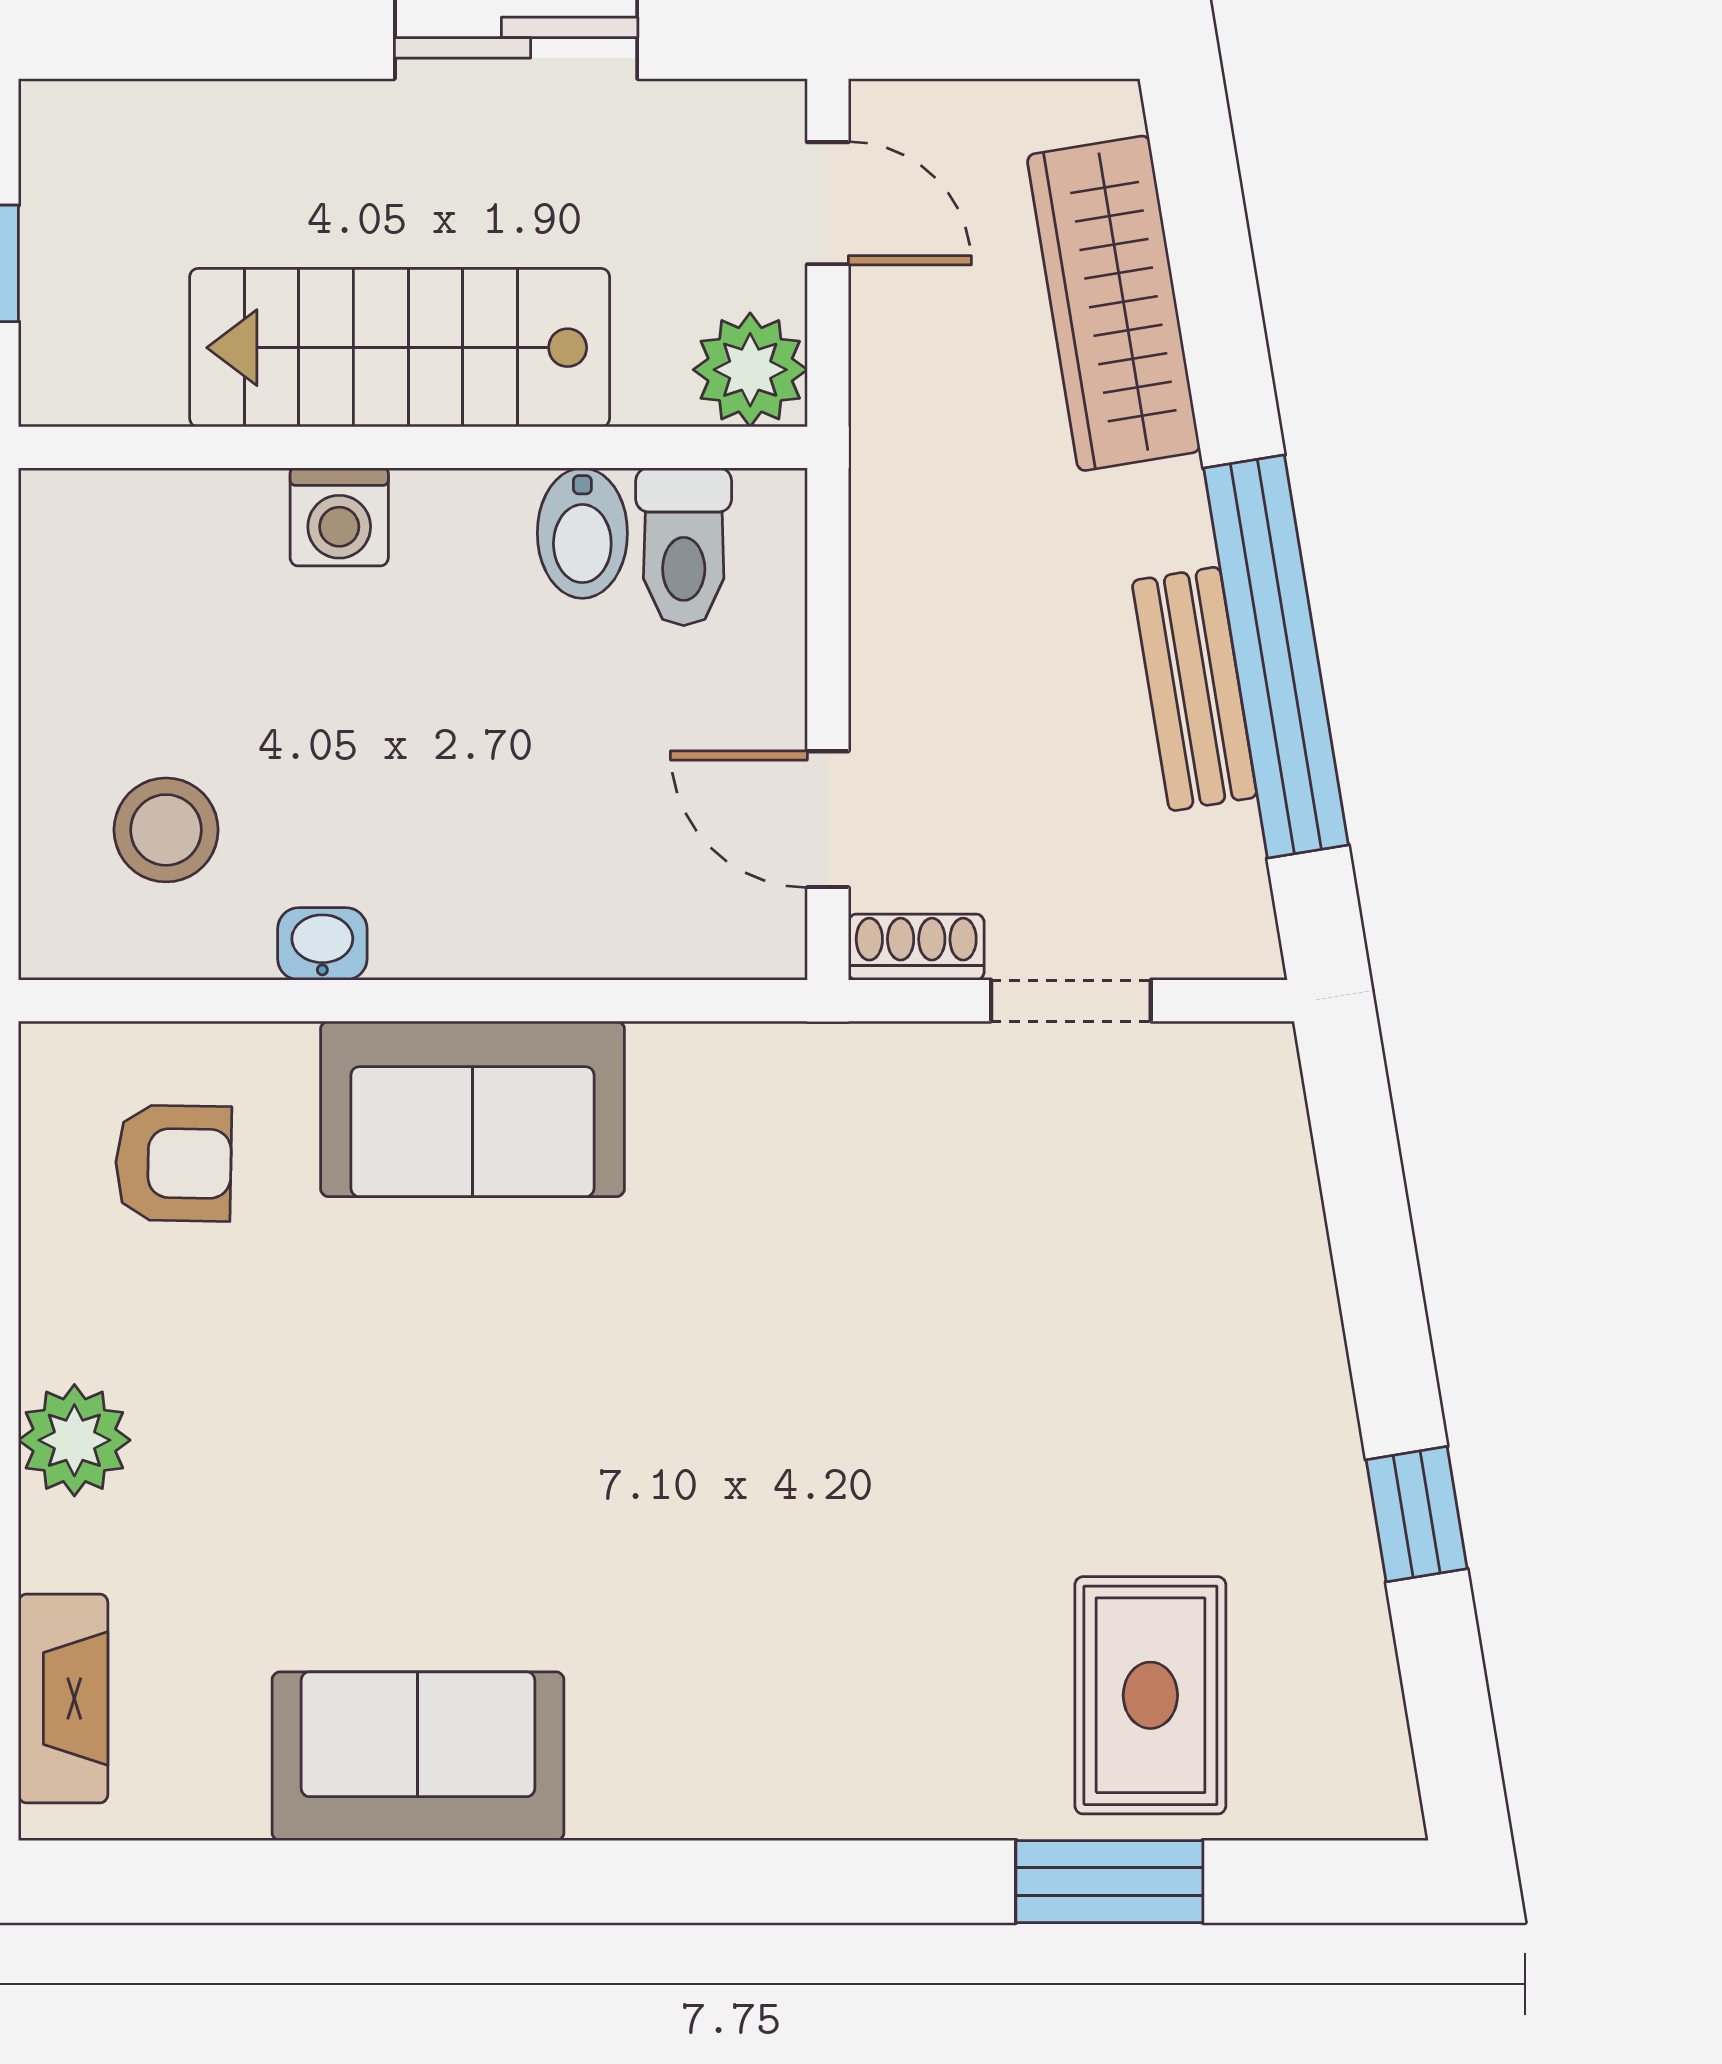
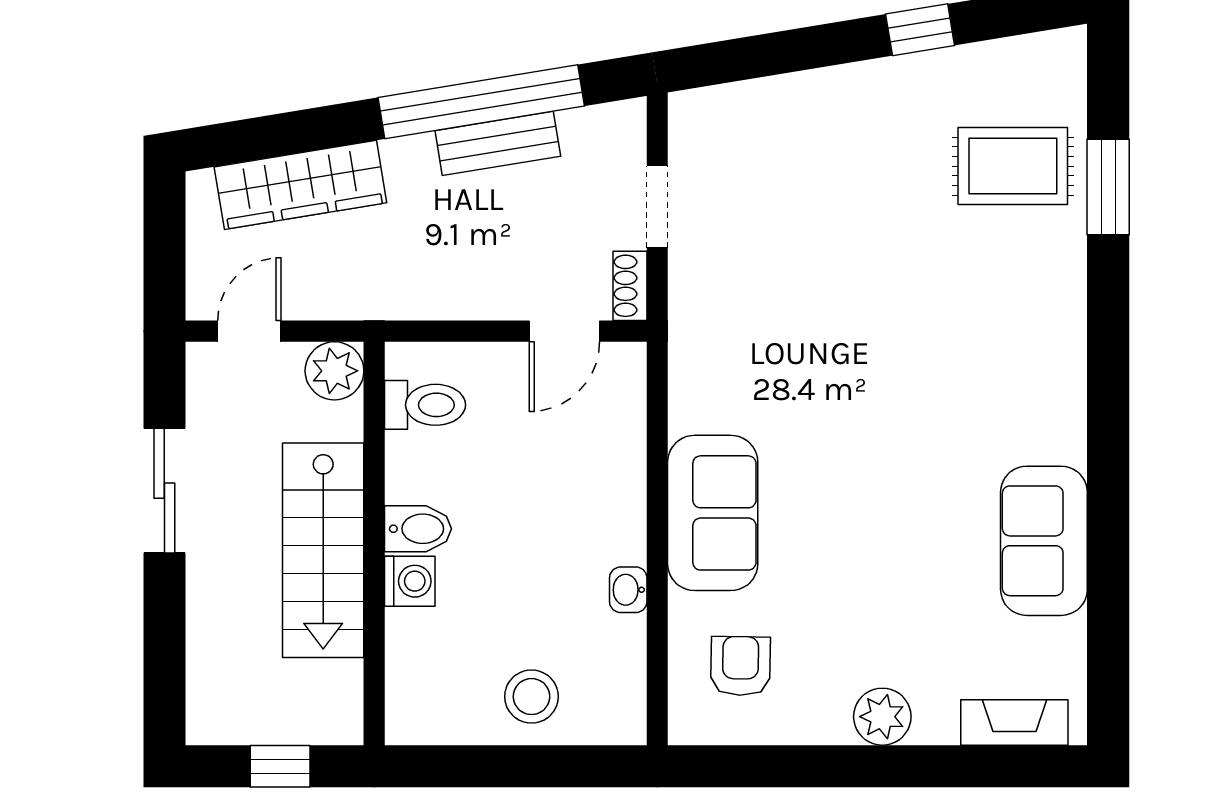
bidet: (582, 533) -> (418, 529), moved
stool: (166, 830) -> (531, 697), moved

